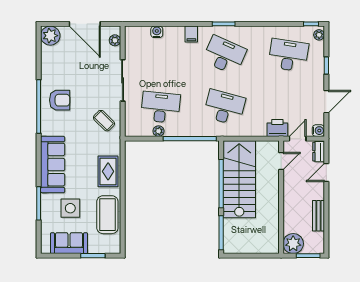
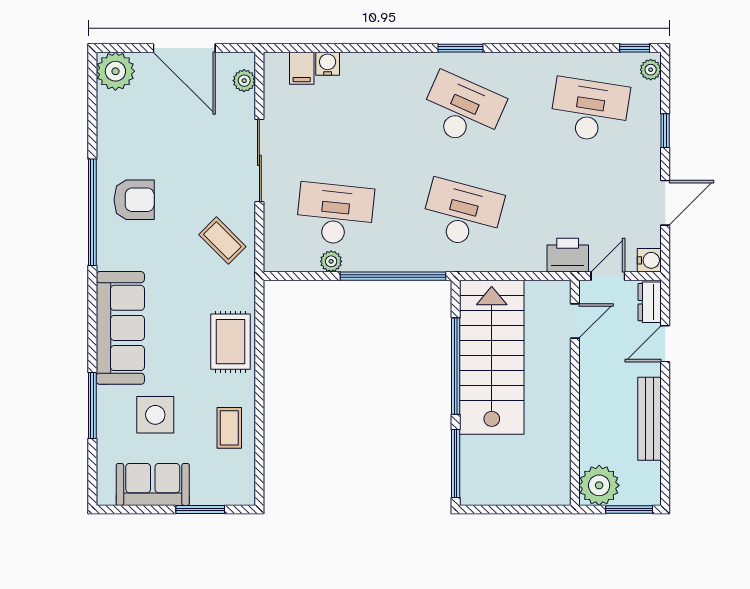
filing cabinet: (191, 34) -> (302, 68), moved
coffee table: (107, 215) -> (229, 428), width x0.54, depth x0.58
bench: (318, 216) -> (649, 419), width x1.36

